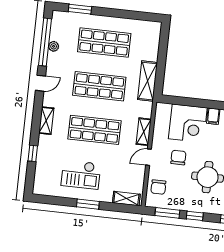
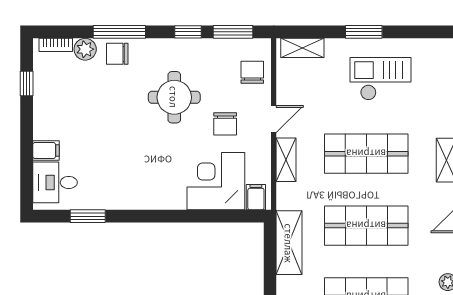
filing cabinet: (213, 116) -> (256, 197), moved

